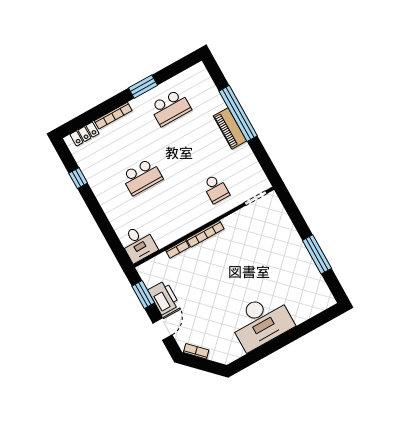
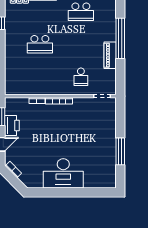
piano: (230, 128) -> (110, 55), moved
desk: (138, 244) -> (15, 84), removed

